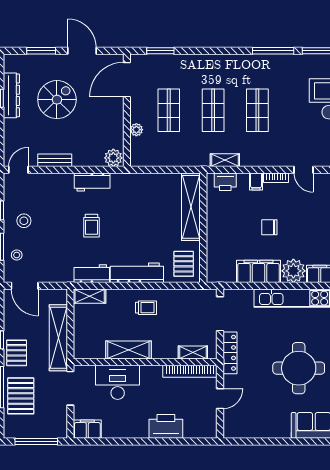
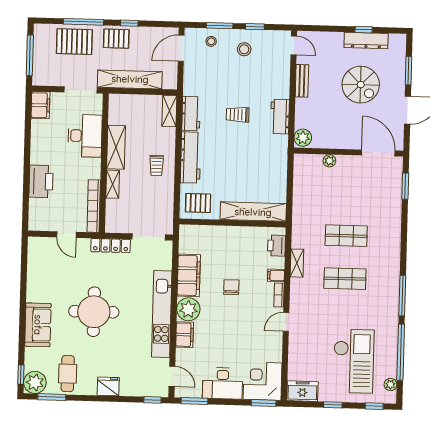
shop shelf: (169, 110) -> (347, 193), removed
shelving: (225, 160) -> (297, 263), moved
shelving: (193, 352) -> (113, 184), moved

